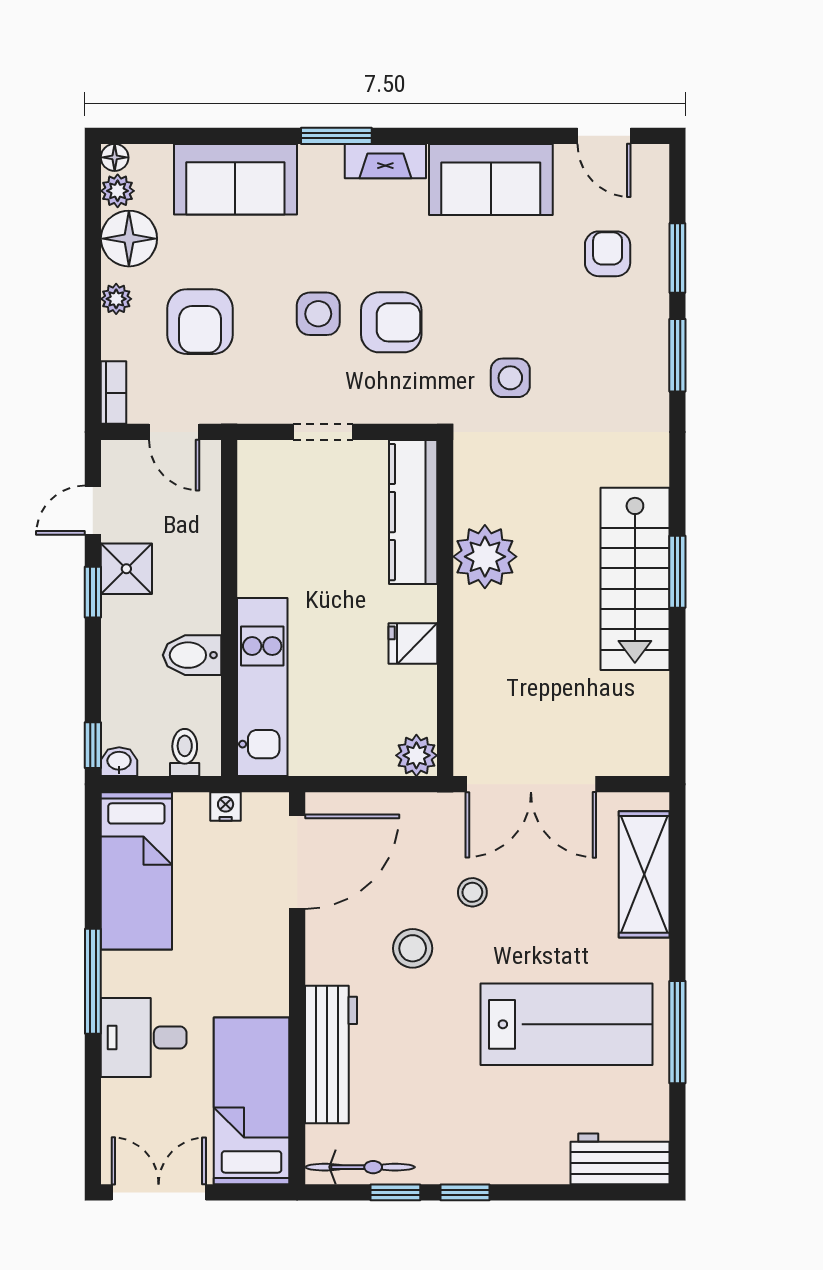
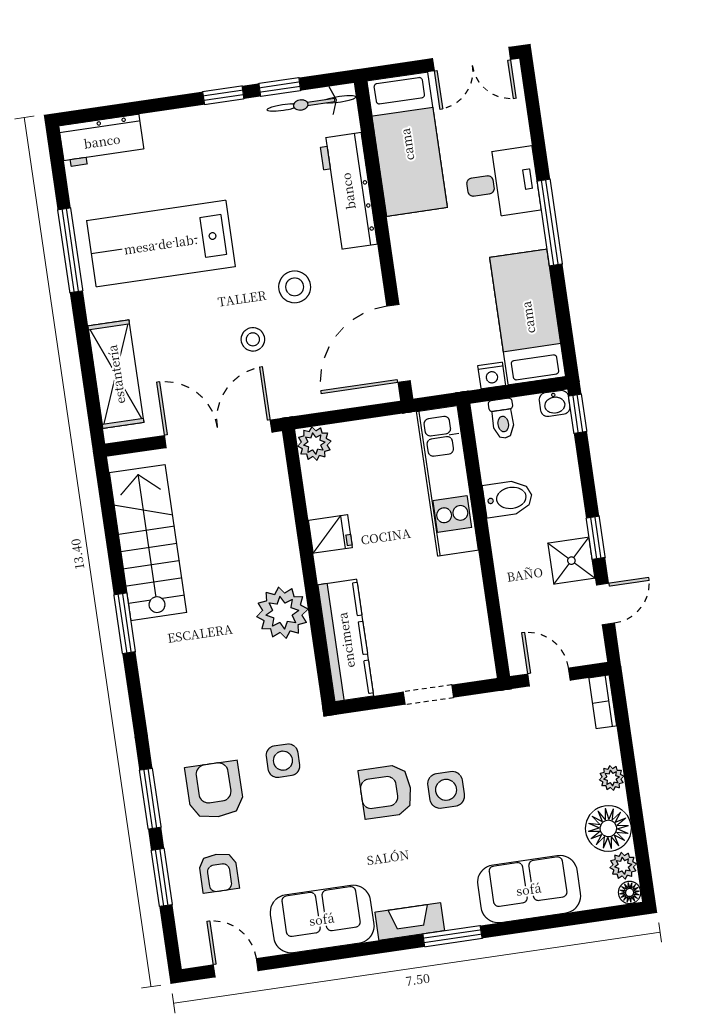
armchair: (200, 322) -> (215, 790), moved
stairs: (635, 579) -> (148, 543), moved
nightstand: (226, 807) -> (492, 375), moved

